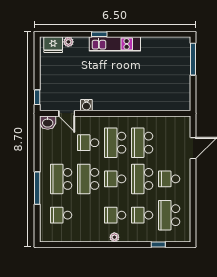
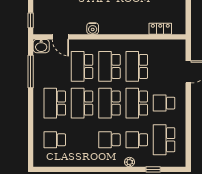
water cooler: (86, 105) -> (93, 28), moved
locker: (165, 105) -> (160, 29), added
school desk: (88, 143) -> (82, 66), width x1.85
school desk: (115, 179) -> (109, 103), width x1.85
window: (37, 188) -> (31, 71), moved
plant: (114, 237) -> (130, 162), moved

